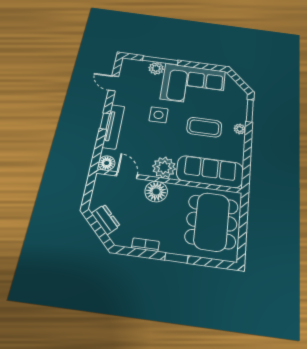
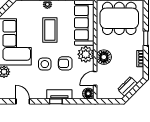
door: (114, 83) -> (23, 101), swing flipped
tv unit: (114, 127) -> (59, 94), width x0.71
armchair: (155, 140) -> (65, 63), added

